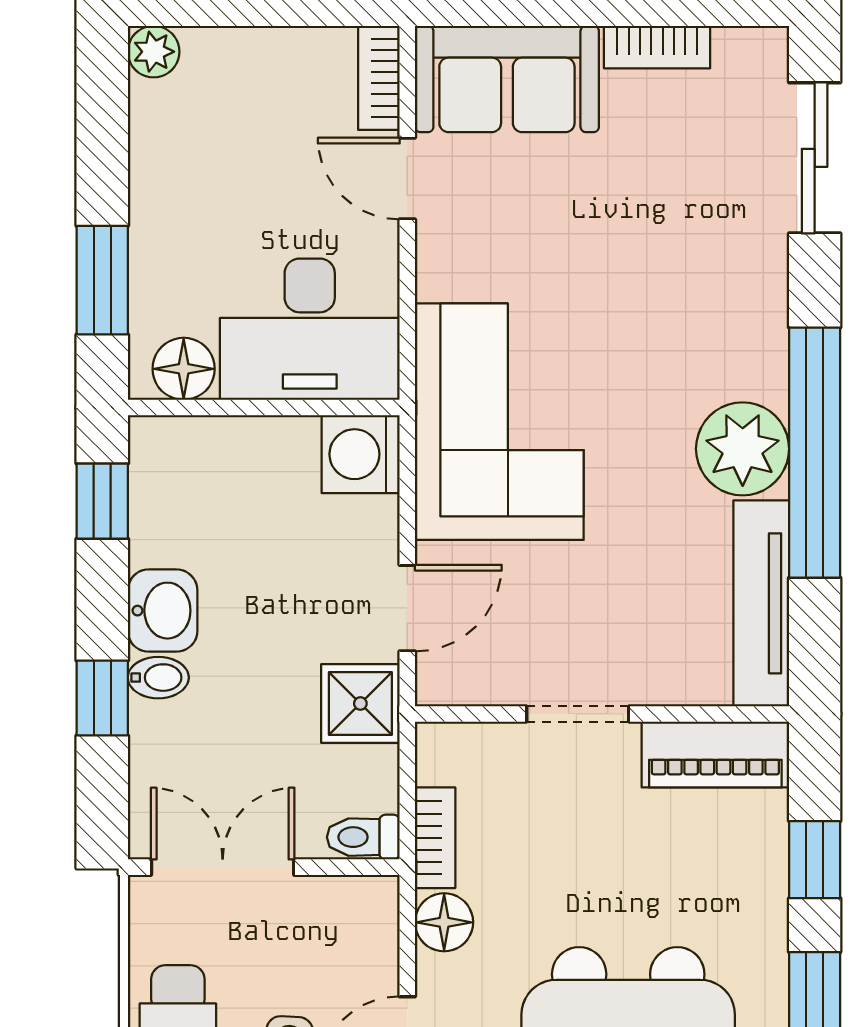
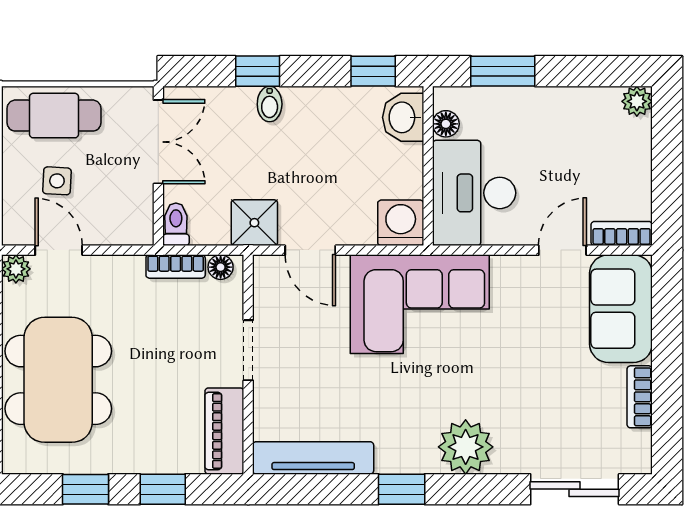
floor lamp: (184, 369) -> (446, 124), width x0.73, depth x0.73
plant: (743, 449) -> (466, 447), moved
window: (815, 453) -> (402, 489), width x0.32
washbasin: (163, 611) -> (403, 117), moved, turned 90
floor lamp: (444, 922) -> (221, 267), moved, width x0.73, depth x0.73

